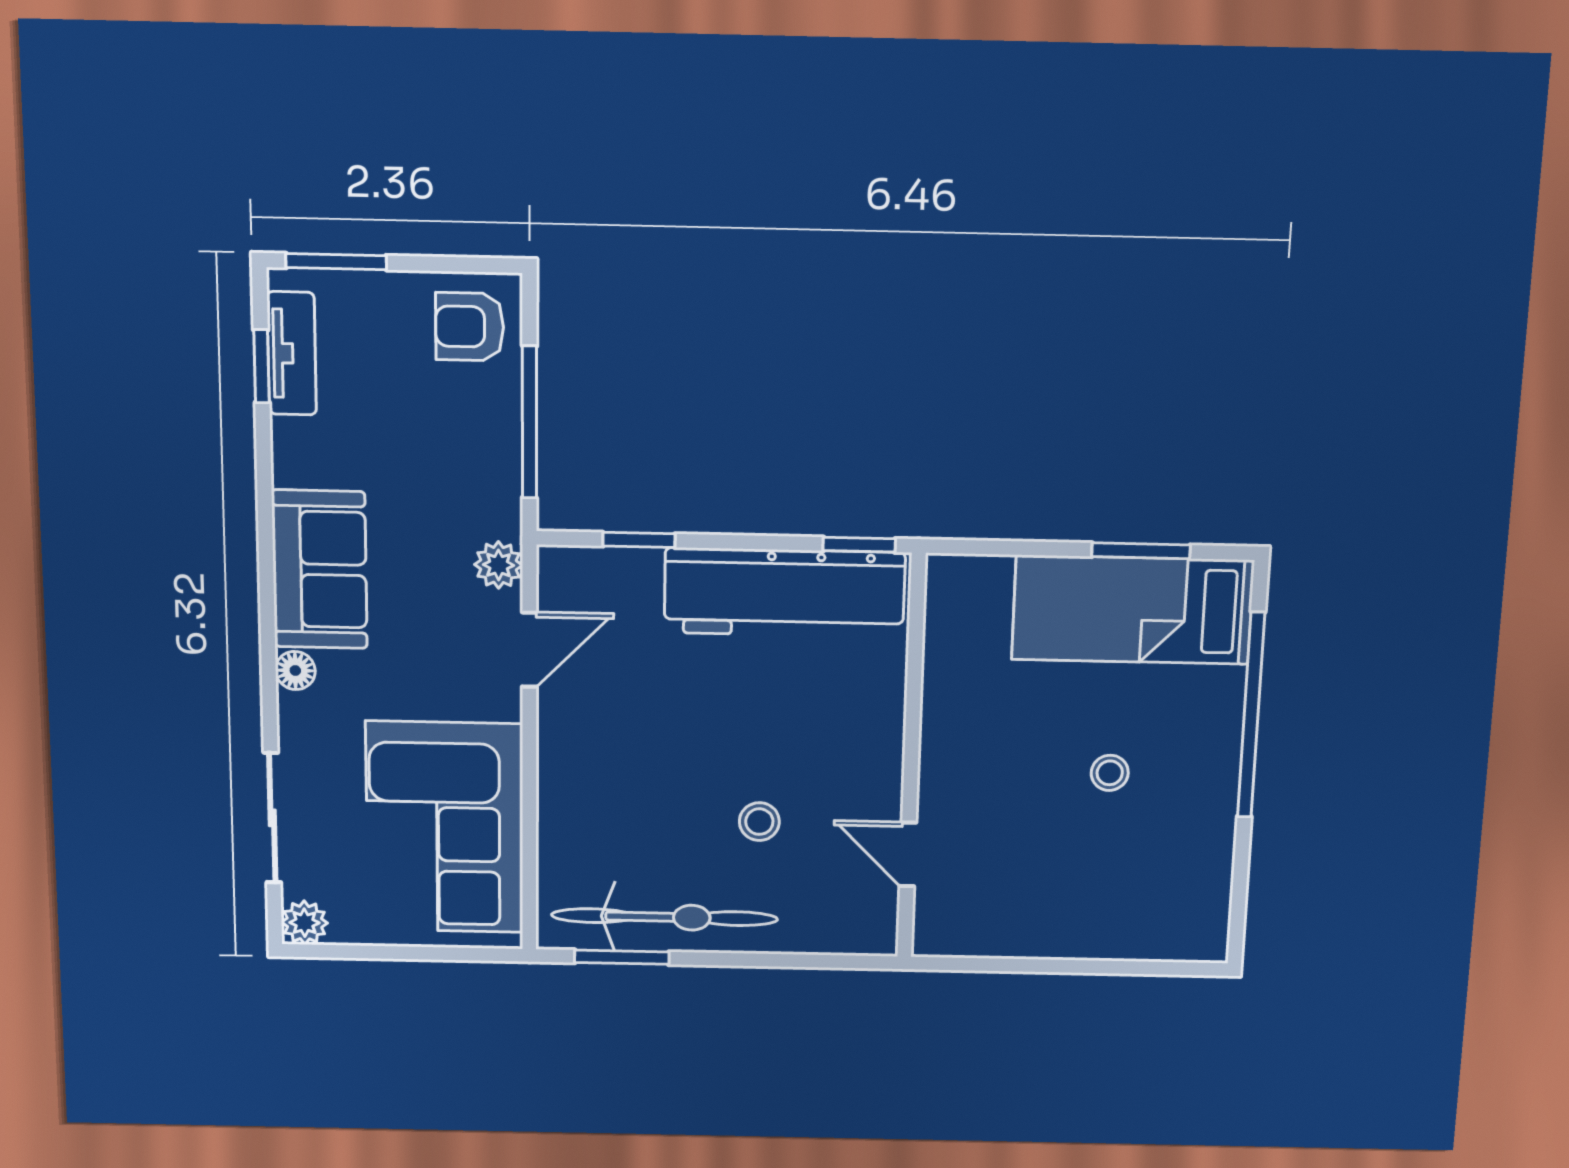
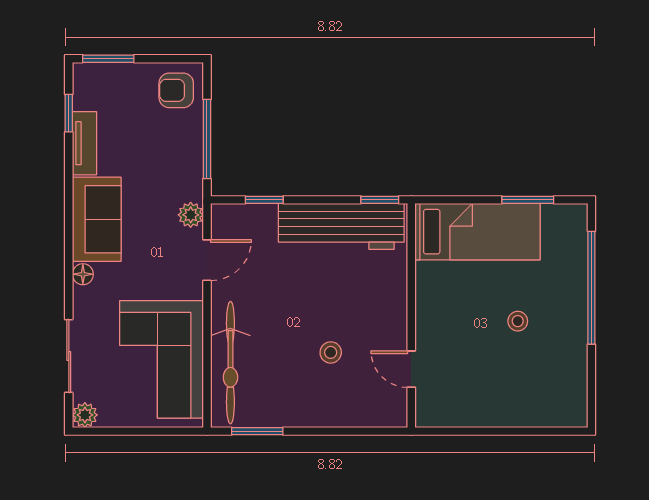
tv unit: (292, 353) -> (84, 143), moved
bed: (1133, 610) -> (477, 232), moved, turned 180
bicycle: (665, 917) -> (230, 363), moved, turned 90

